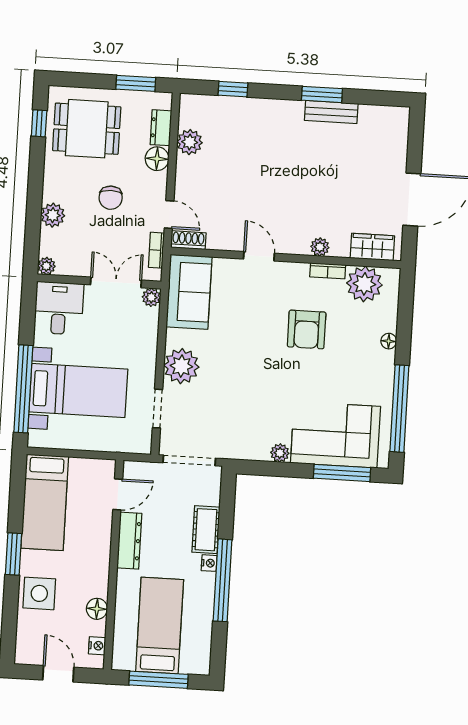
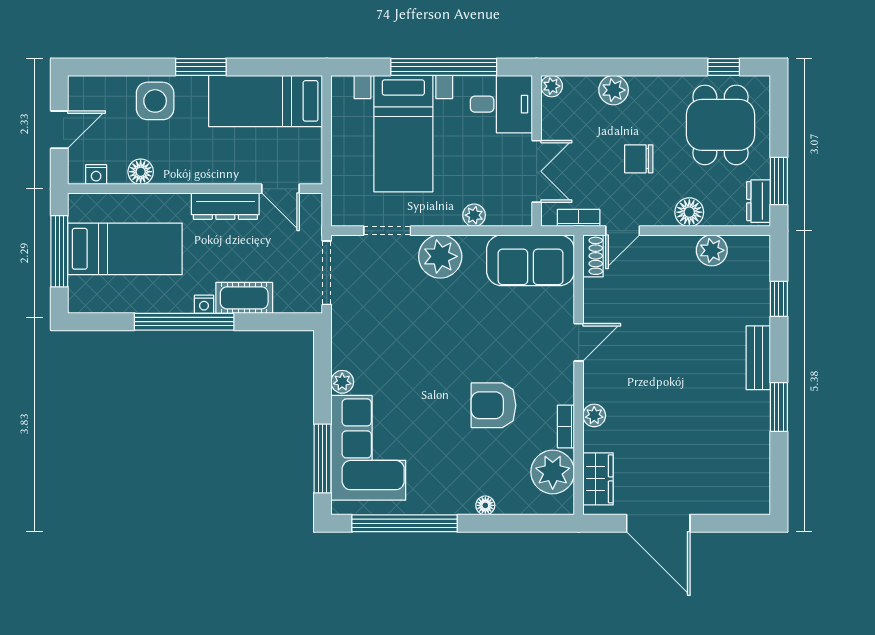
bench: (331, 112) -> (758, 358), moved
dresser: (161, 128) -> (759, 201), moved, turned -90
plant: (151, 297) -> (474, 215), moved
window: (23, 389) -> (444, 67), moved

